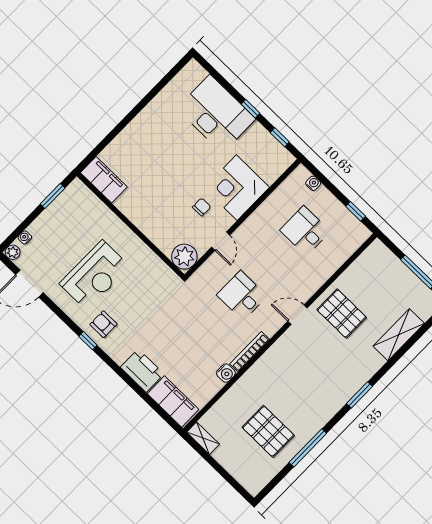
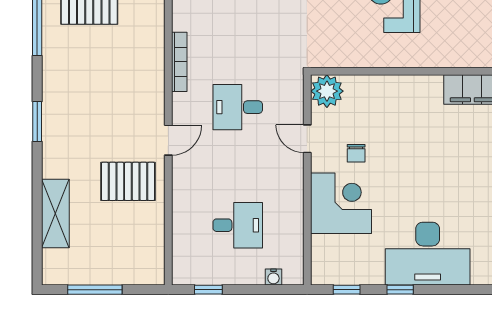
desk: (242, 296) -> (238, 107), turned 180
water cooler: (226, 373) -> (182, 20), removed

